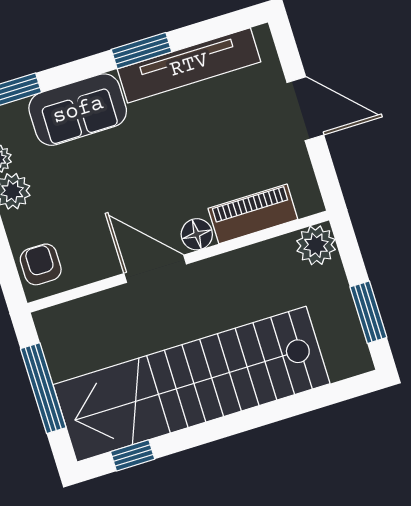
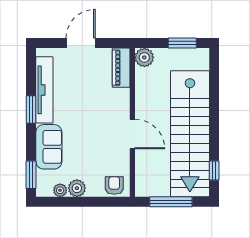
piano: (253, 214) -> (121, 68), moved
floor lamp: (197, 234) -> (122, 110), removed
armchair: (41, 264) -> (114, 185), turned 90
door: (155, 269) -> (132, 134), swing flipped

